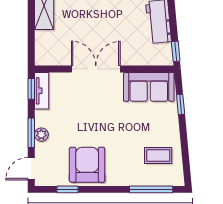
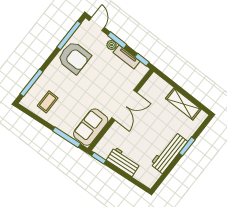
tv unit: (42, 91) -> (127, 57), moved
window: (181, 104) -> (67, 137), width x2.17
window: (67, 189) -> (69, 35), width x2.17

